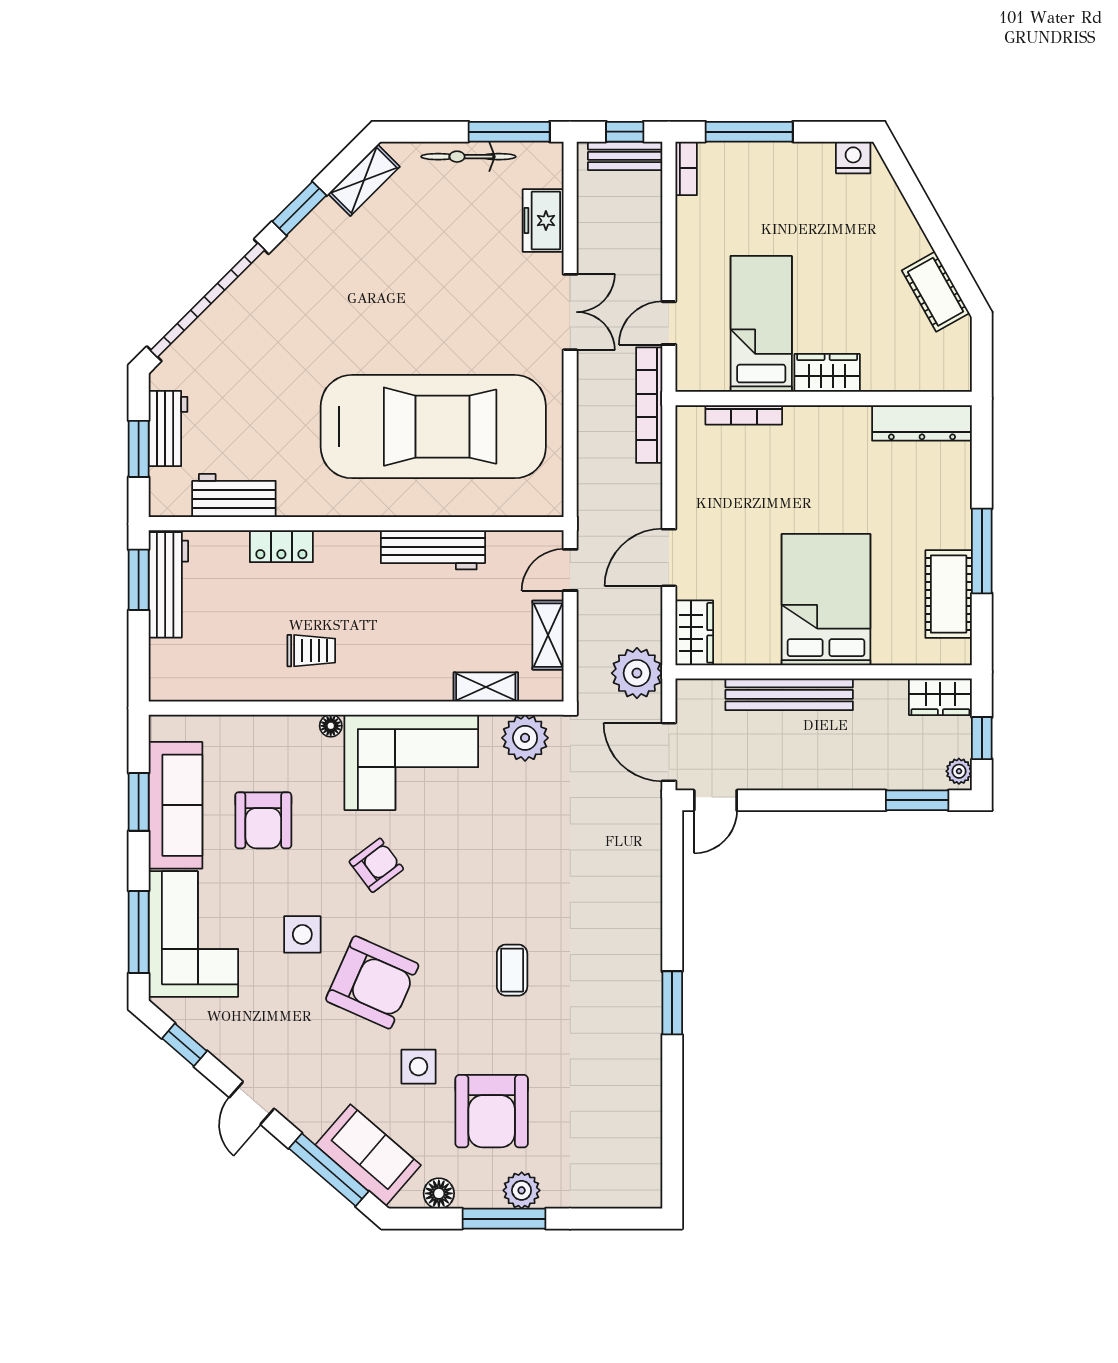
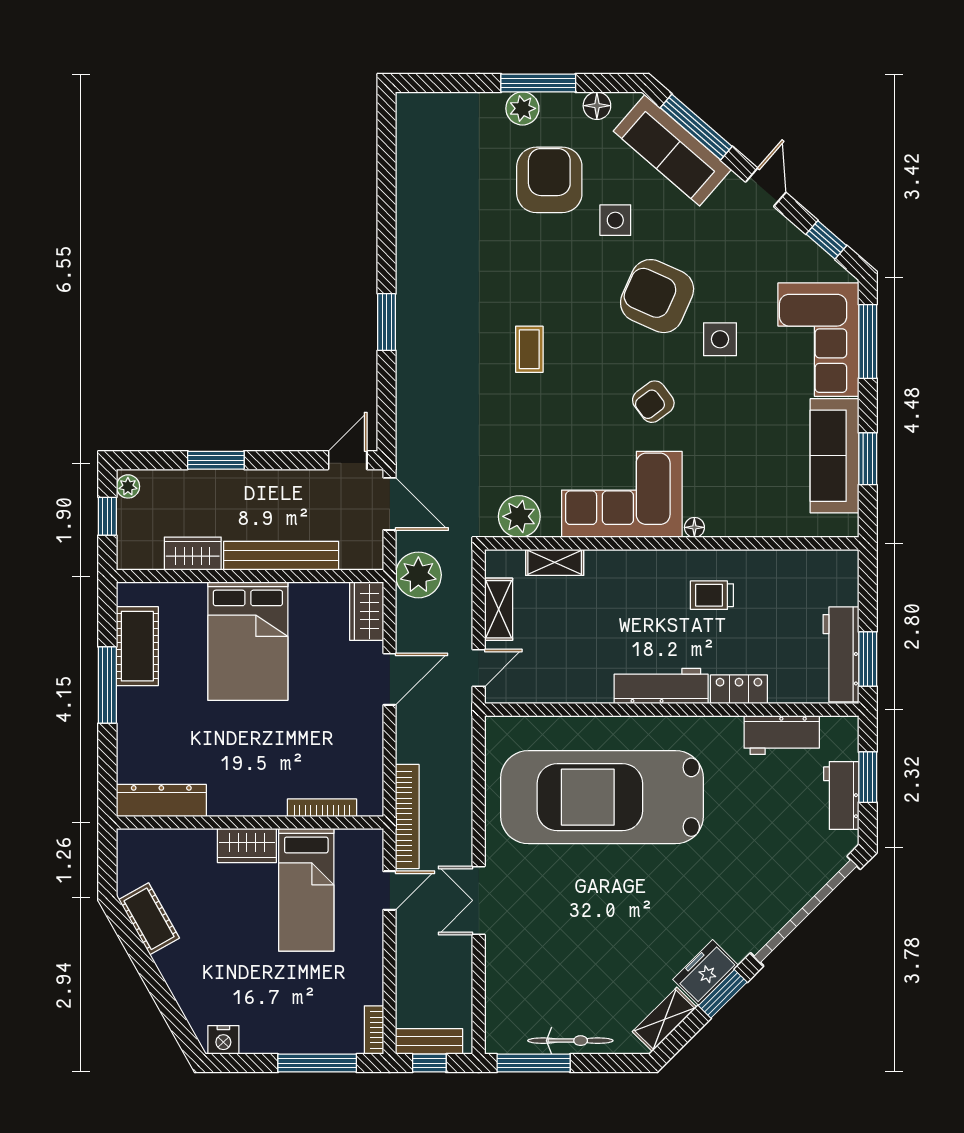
freezer: (543, 221) -> (706, 972), moved, turned -135
workbench: (433, 550) -> (661, 686), moved
wardrobe: (940, 697) -> (193, 554), moved
window: (917, 800) -> (216, 460), moved
armchair: (263, 820) -> (755, 442), removed
coffee table: (512, 970) -> (529, 349), moved
window: (672, 1003) -> (387, 322), moved
sofa: (368, 1155) -> (672, 150), width x1.36

